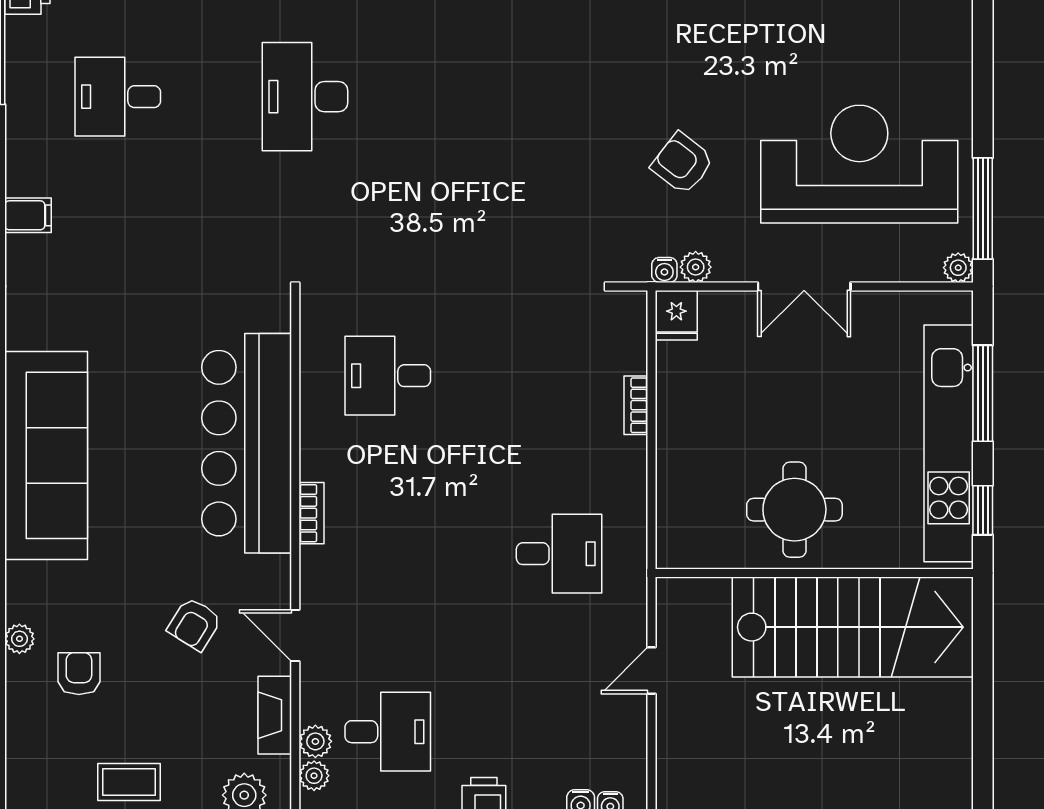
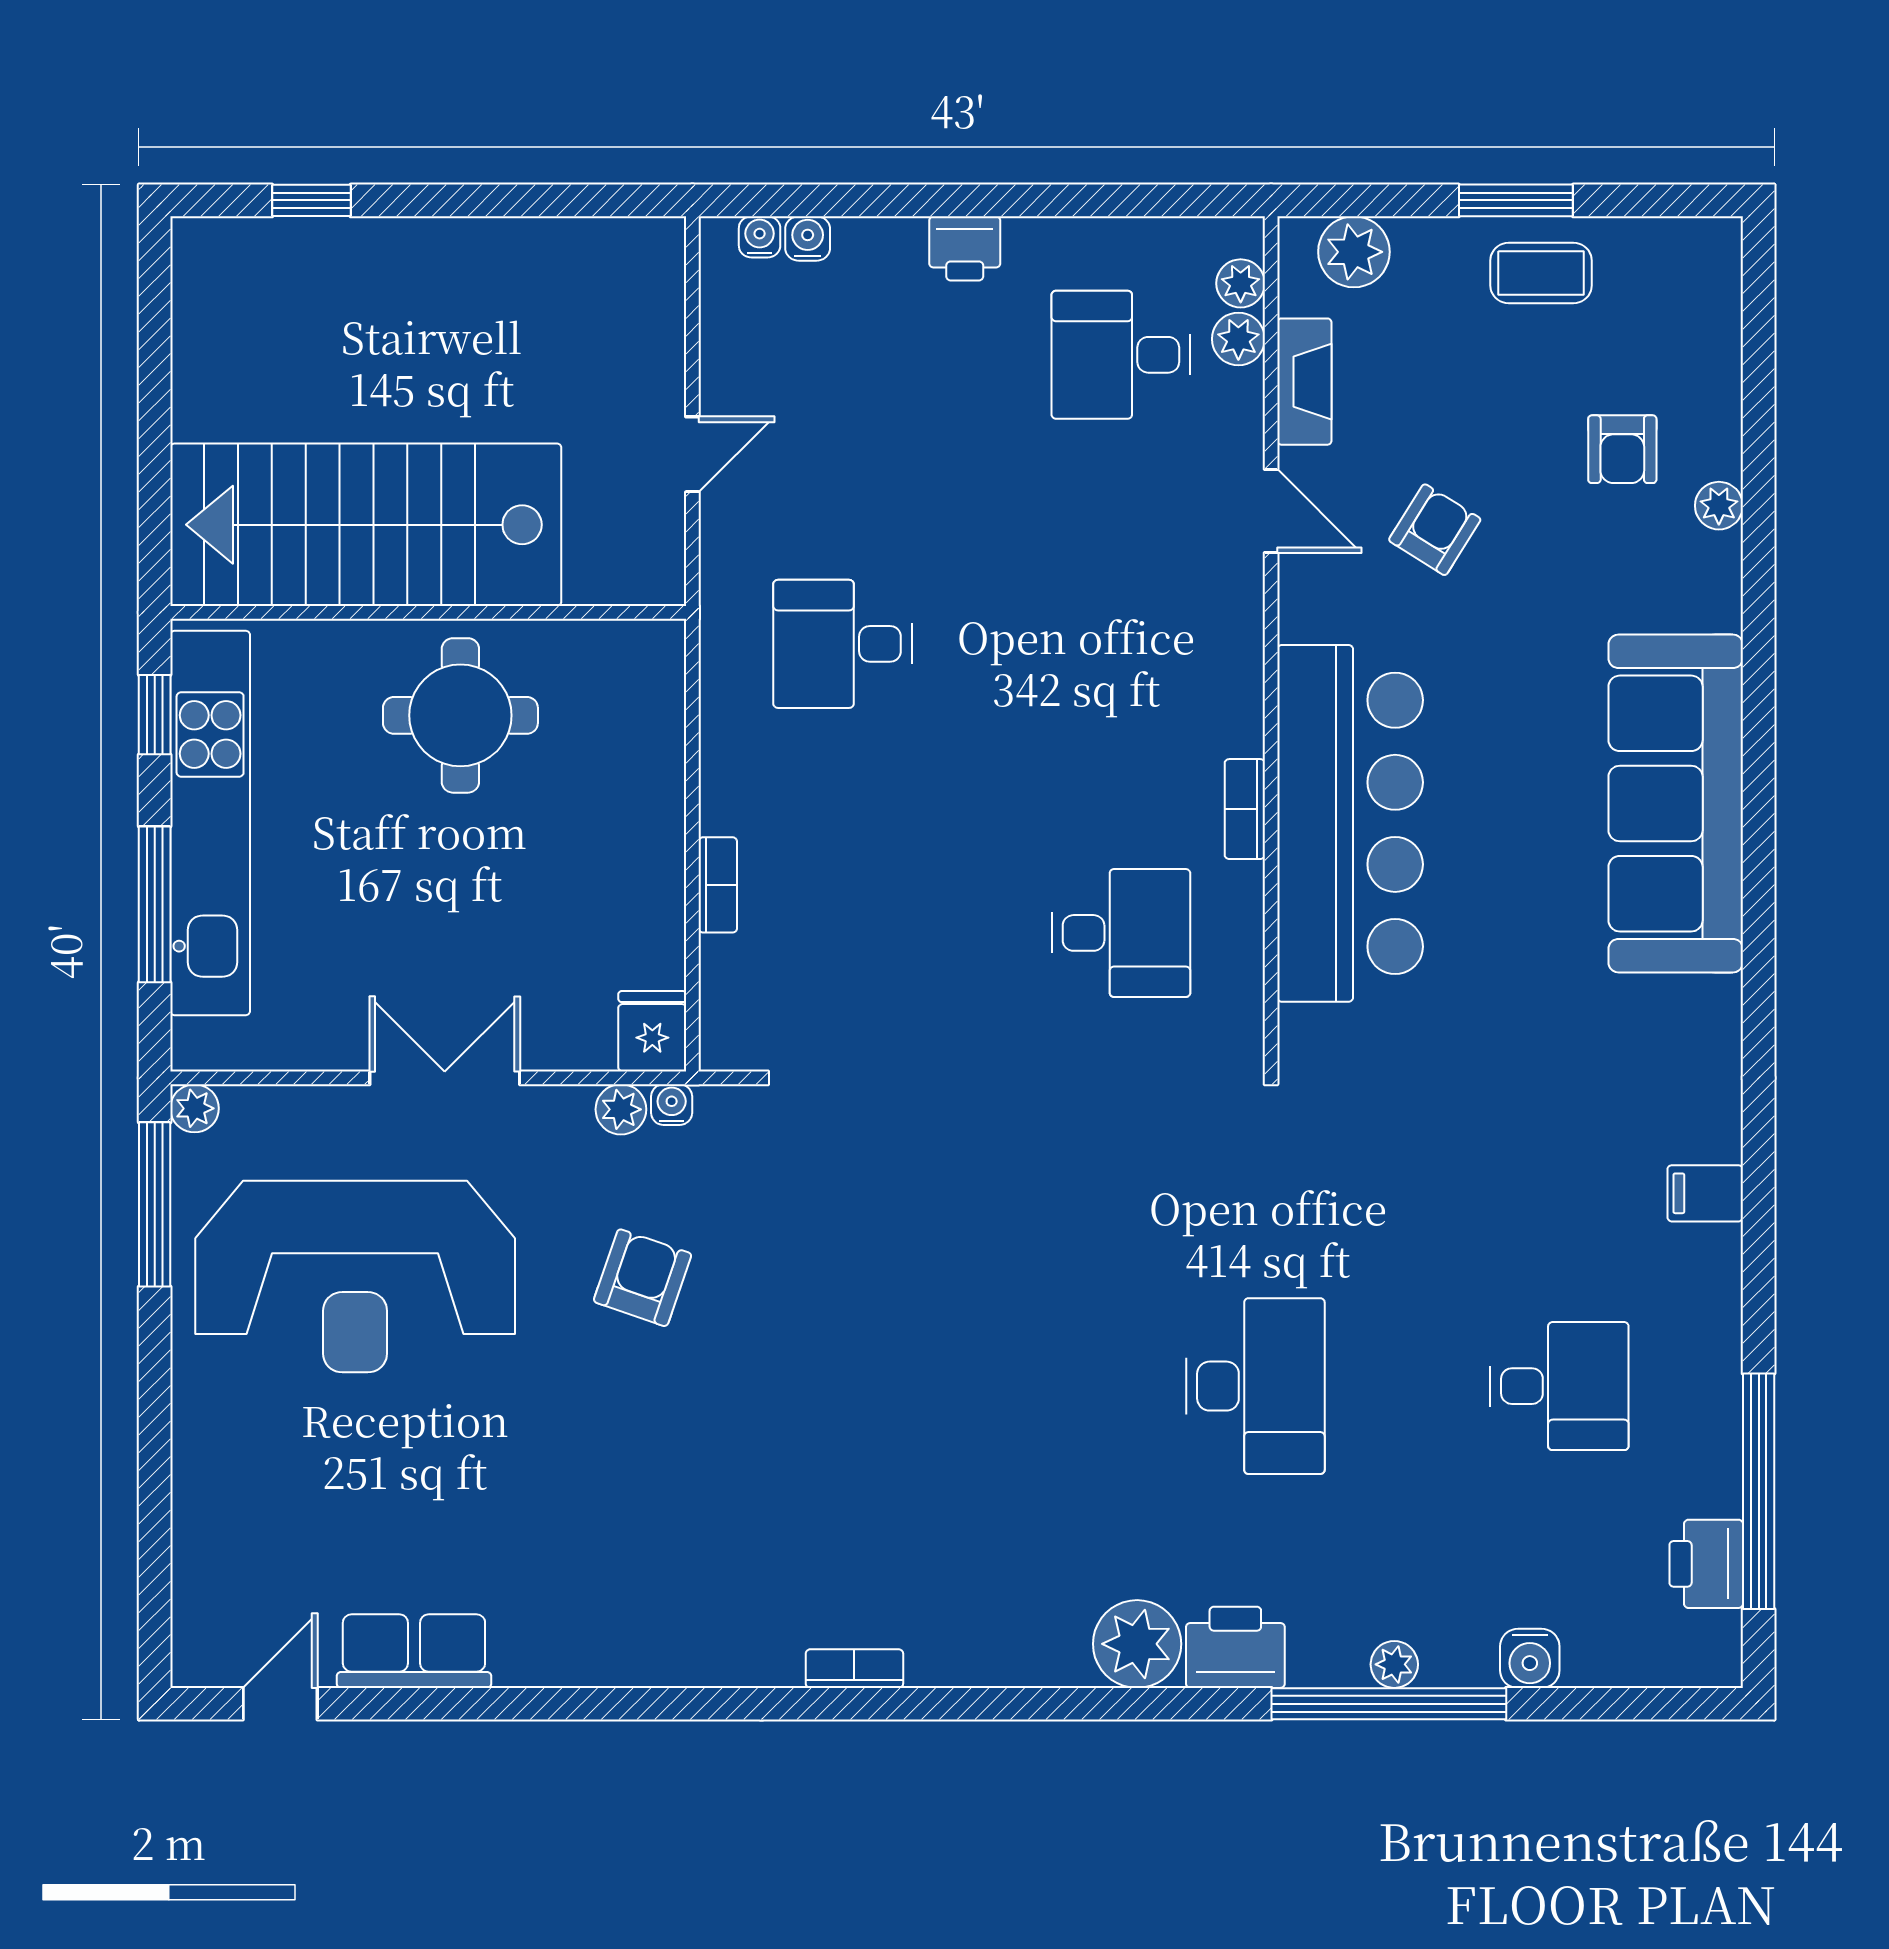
armchair: (682, 163) -> (643, 1278), turned -109
bookcase: (311, 513) -> (1245, 809), moved

